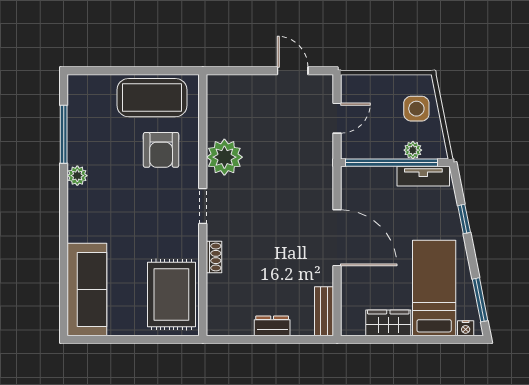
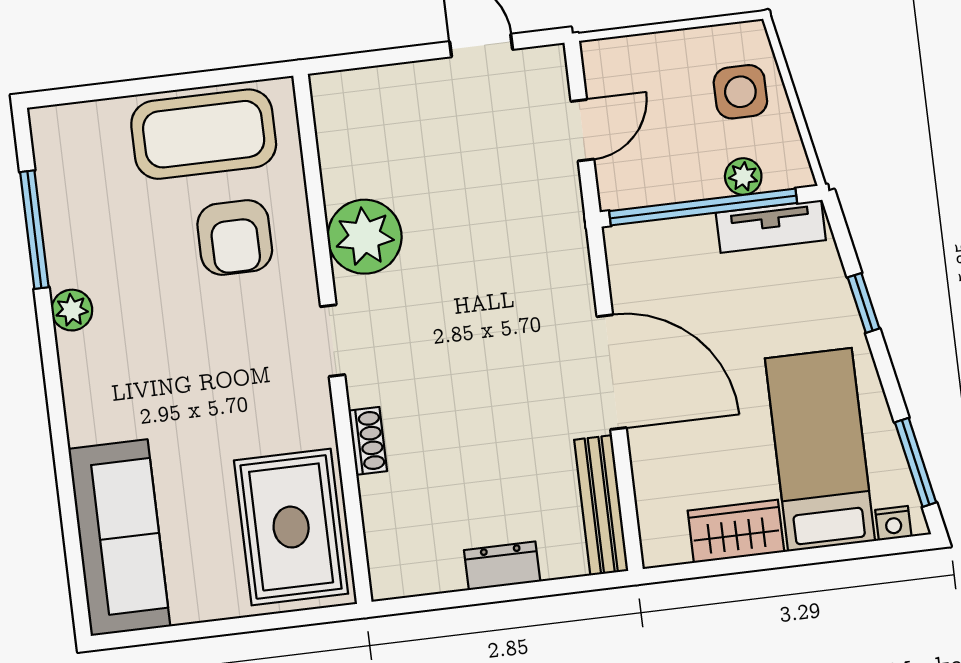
bench: (324, 311) -> (601, 505), width x1.36

